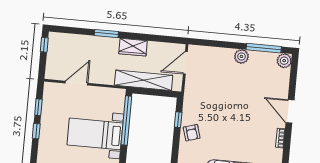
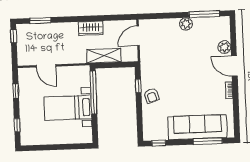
window: (106, 34) -> (40, 20), moved
plant: (284, 61) -> (224, 47), moved
shelving: (144, 80) -> (104, 56), width x0.68
door: (77, 83) -> (46, 66), swing flipped
window: (36, 131) -> (17, 125), moved

